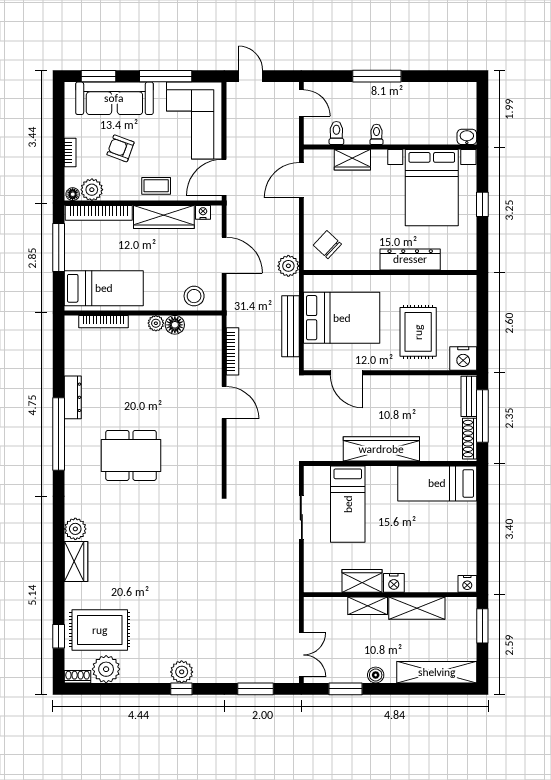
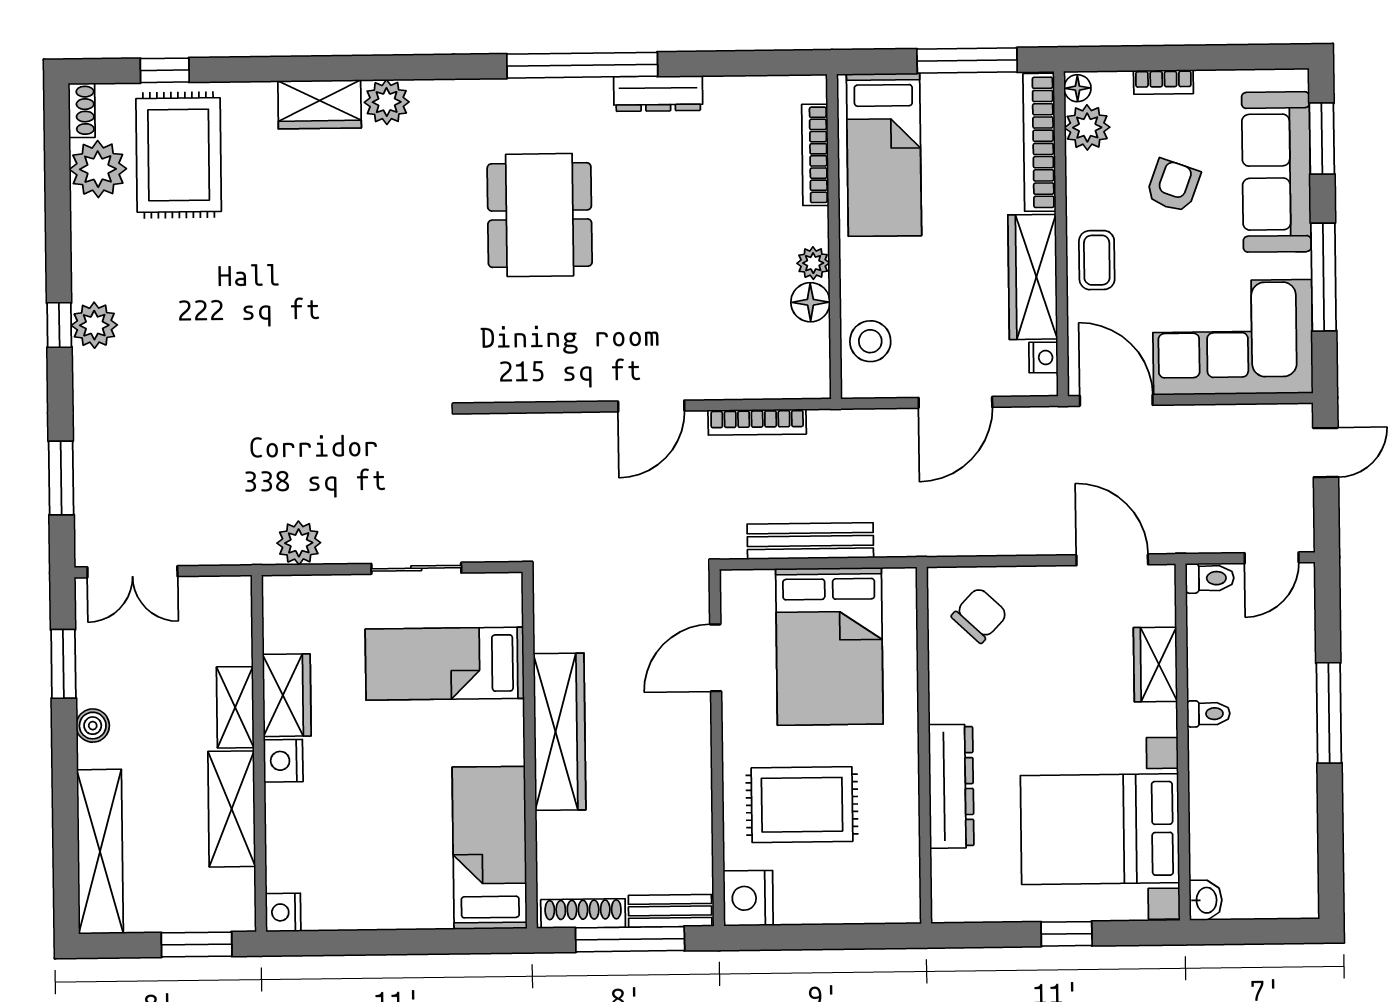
toilet: (336, 133) -> (1210, 578), moved
plant: (288, 266) -> (299, 543), moved

